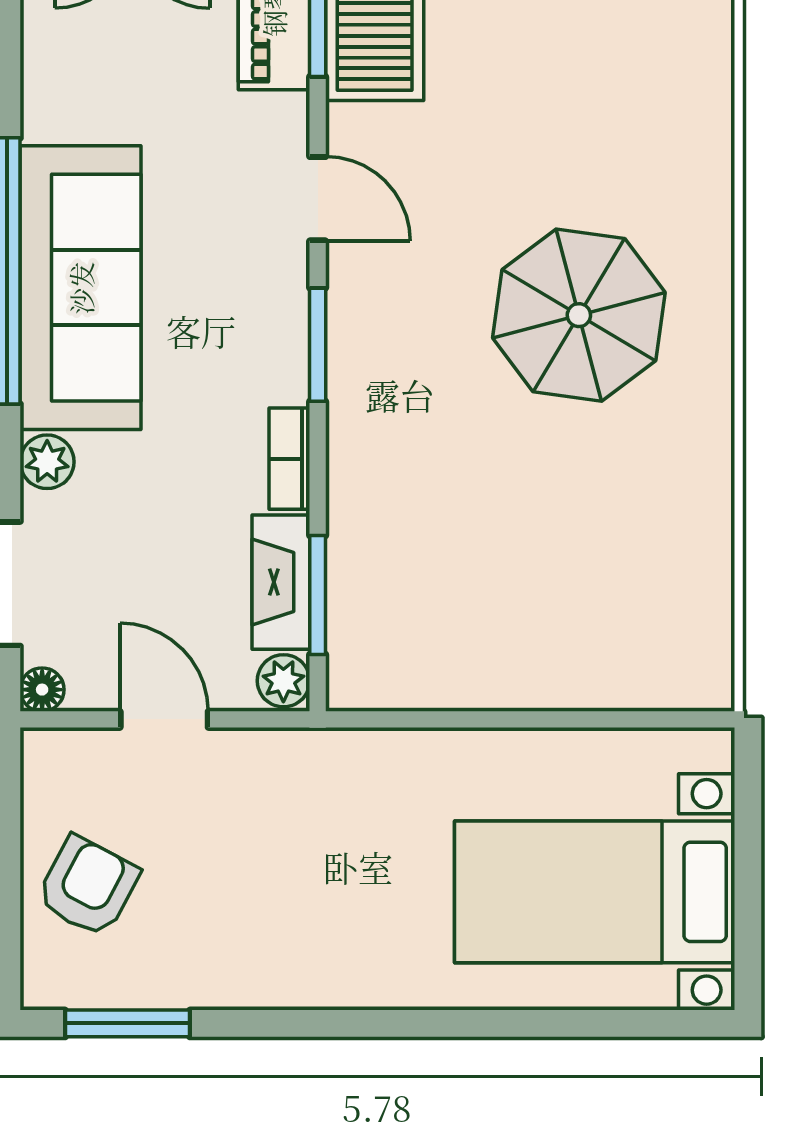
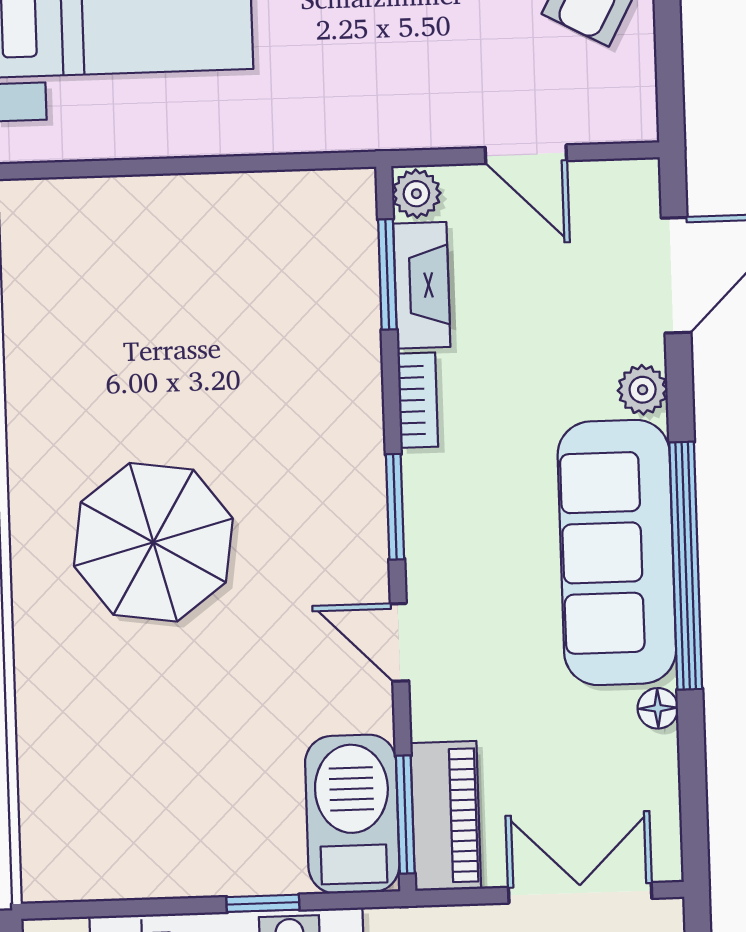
floor lamp: (42, 690) -> (658, 708), moved

